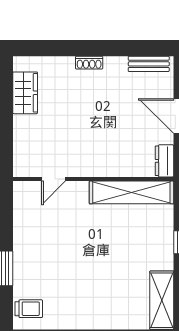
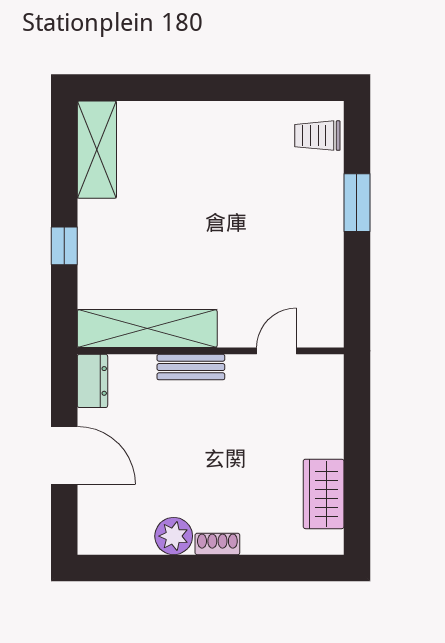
bench: (149, 64) -> (191, 367), moved
plant: (115, 67) -> (174, 536), added

